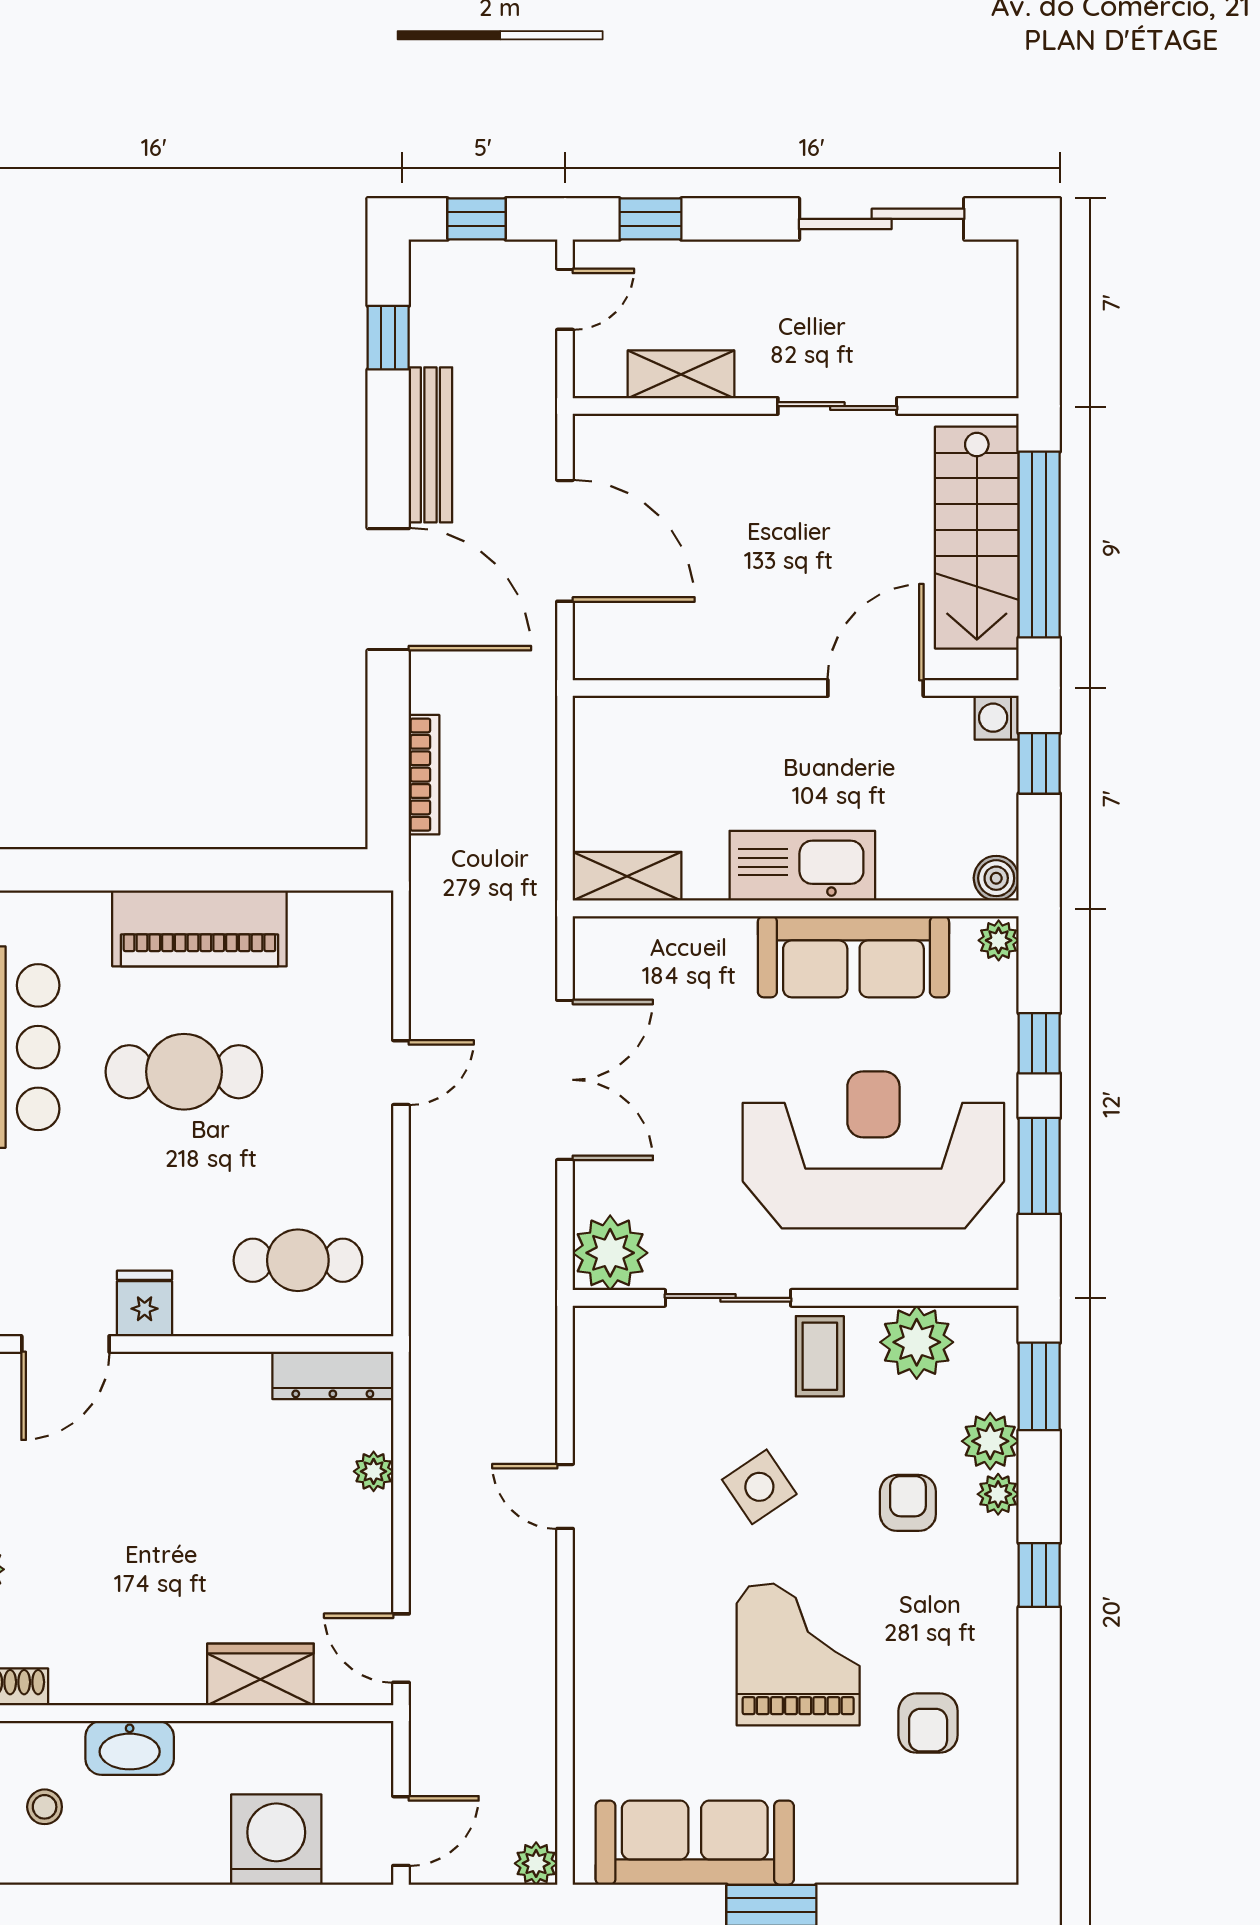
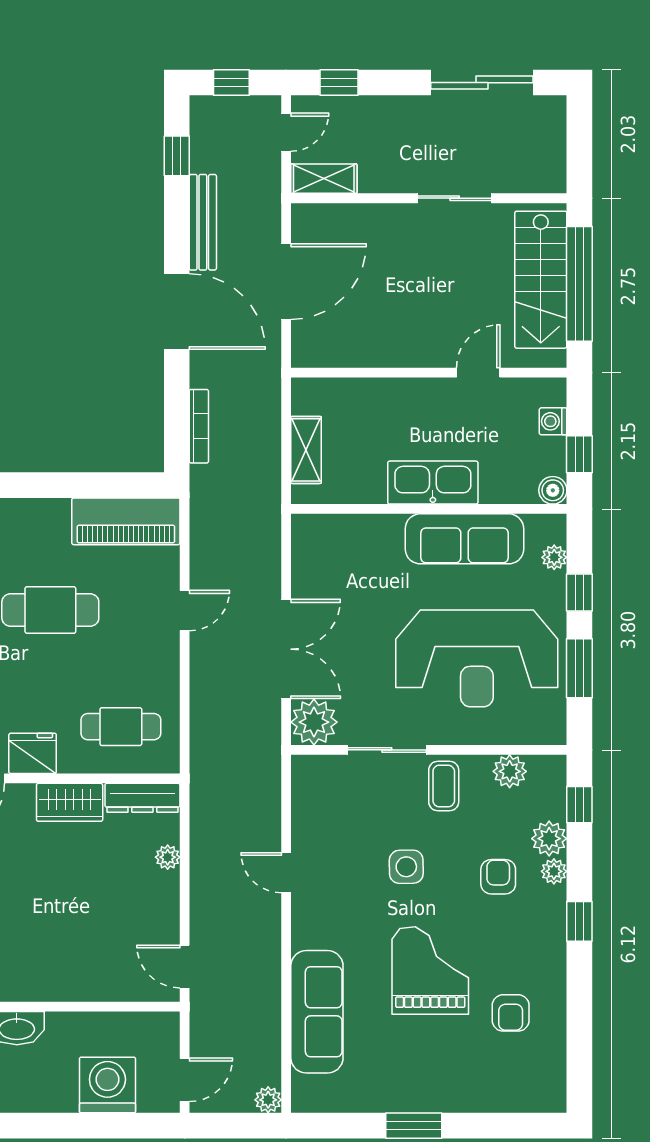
shelving: (681, 374) -> (324, 179), moved
door: (565, 541) -> (286, 282), hinge flipped
door: (876, 688) -> (478, 373), width x0.73
washing machine: (997, 718) -> (553, 421), moved
window: (1039, 763) -> (579, 454), moved
shelving: (627, 876) -> (306, 450), moved, turned 90
piano: (199, 928) -> (126, 521), moved
plant: (999, 940) -> (554, 557), moved
double door: (565, 1080) -> (286, 649), moved
reception desk: (873, 1150) -> (477, 658), turned 180
fridge: (145, 1303) -> (33, 753), width x1.38
plant: (917, 1342) -> (510, 771), width x0.73, depth x0.73
window: (1039, 1386) -> (579, 805), width x0.67
side table: (759, 1487) -> (406, 867), turned 33
wardrobe: (260, 1674) -> (70, 802), moved, turned 180
sofa: (695, 1843) -> (317, 1012), moved, turned 90

